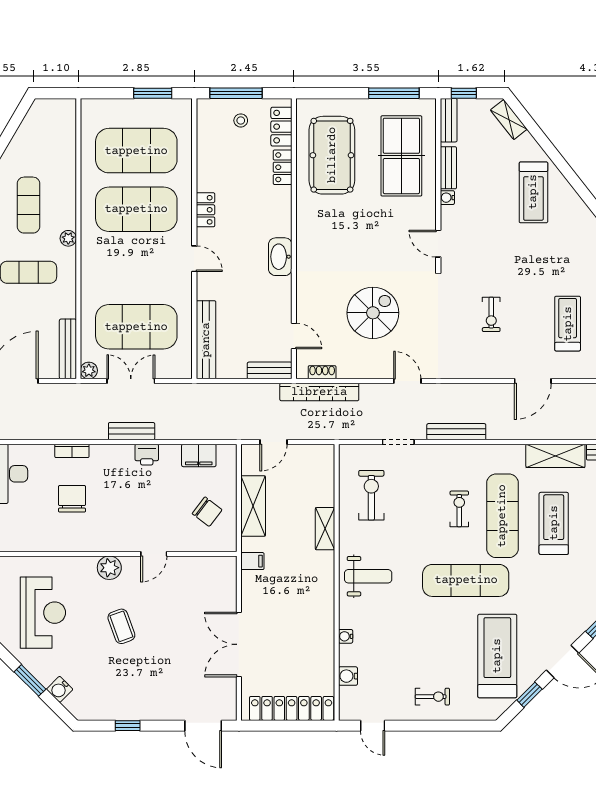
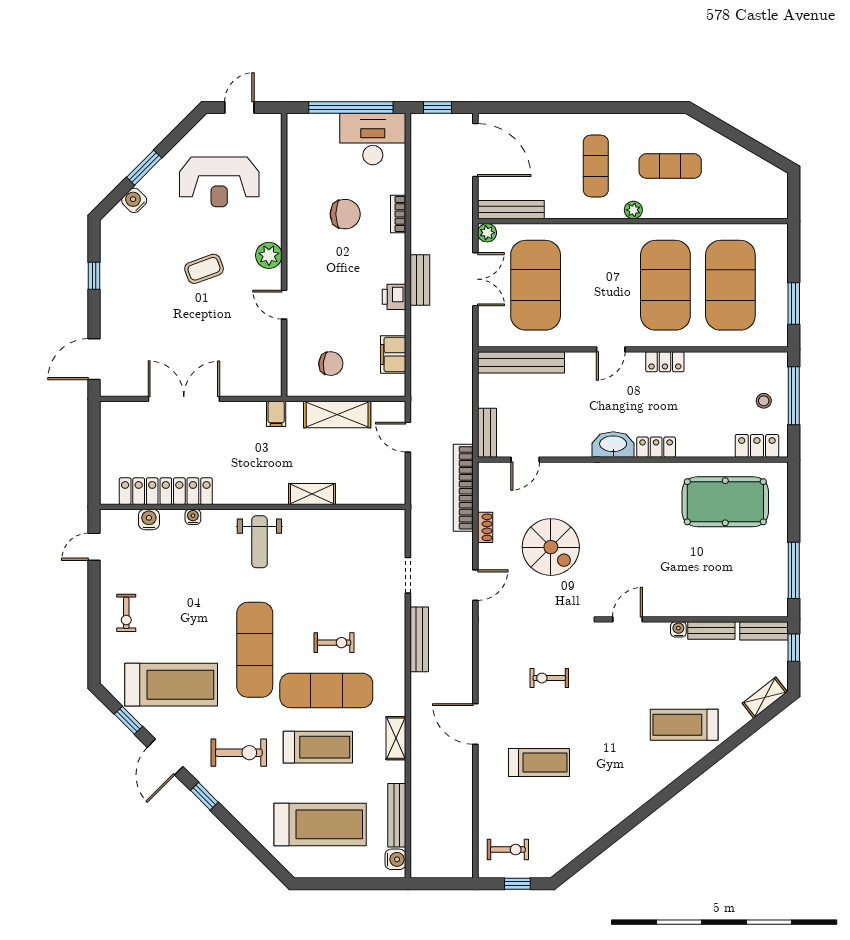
table tennis table: (401, 156) -> (724, 579), removed
locker: (283, 167) -> (656, 447), moved
shoe rack: (322, 372) -> (485, 527), moved
shelving: (555, 456) -> (396, 738), width x0.67, depth x0.75
exercise bike: (371, 495) -> (239, 753), moved
chair: (207, 512) -> (331, 364), turned -122
locker: (292, 708) -> (166, 491), moved, turned -90

